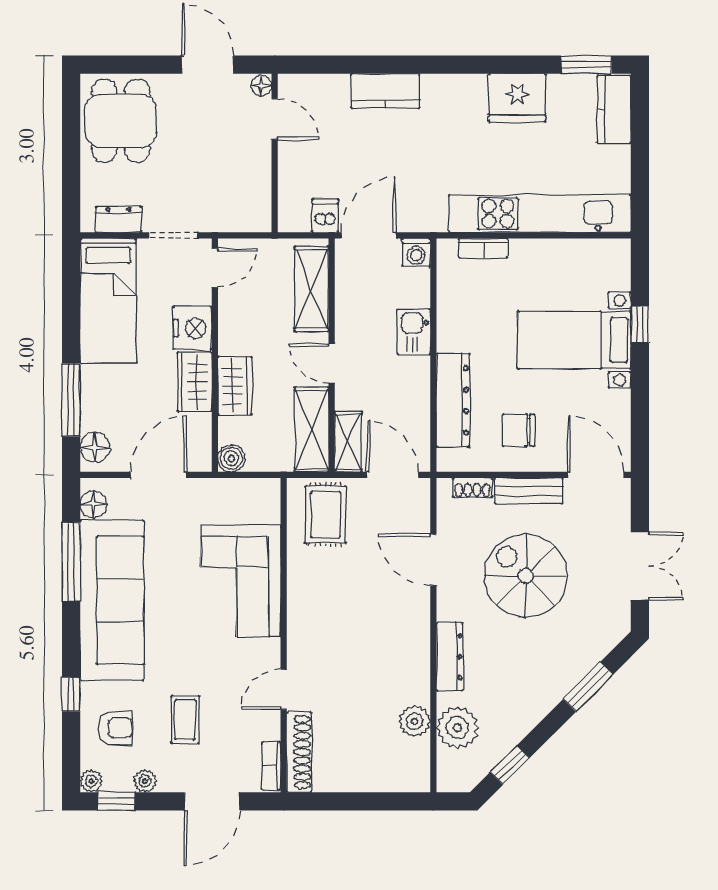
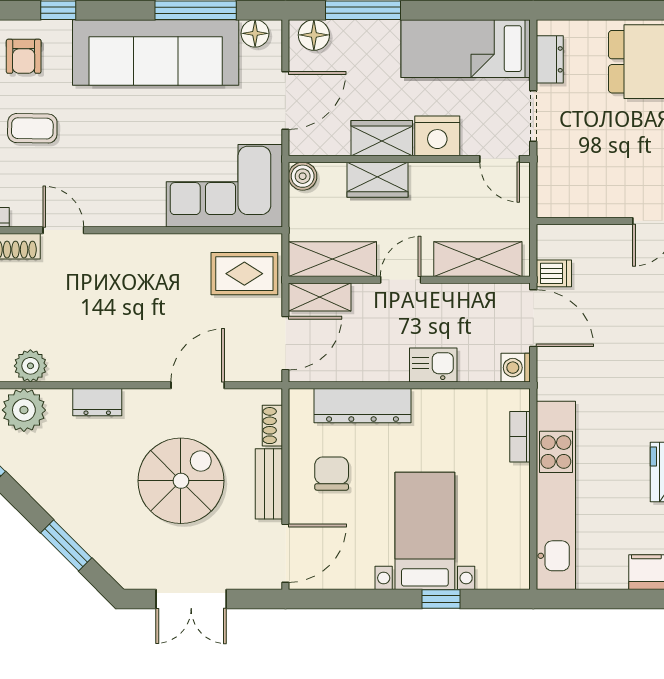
door: (158, 475) -> (285, 100), hinge flipped
corner sofa: (241, 581) -> (224, 186), moved
dresser: (450, 657) -> (97, 402), width x0.70

